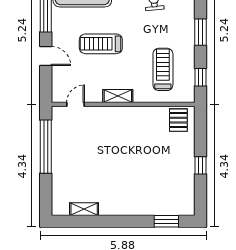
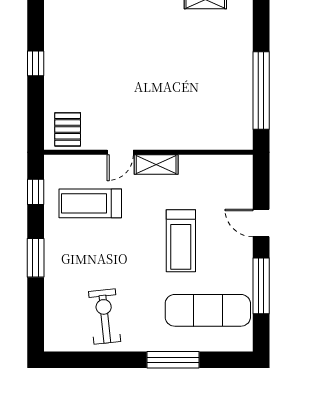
treadmill: (101, 44) -> (181, 241), turned 90
treadmill: (163, 69) -> (90, 203), turned 90
door: (76, 104) -> (120, 152), moved

